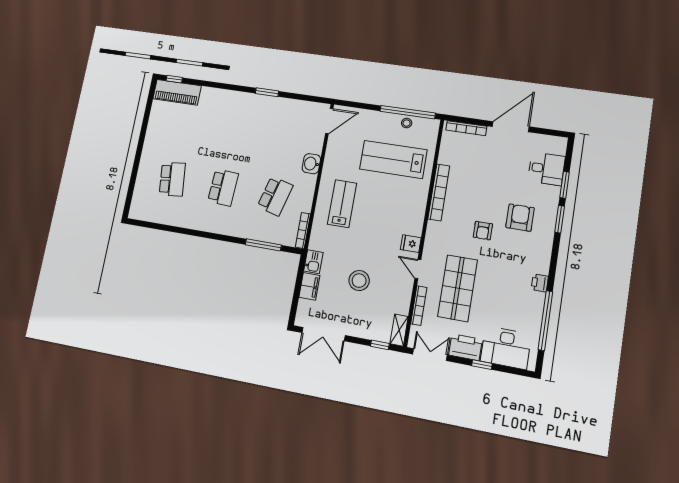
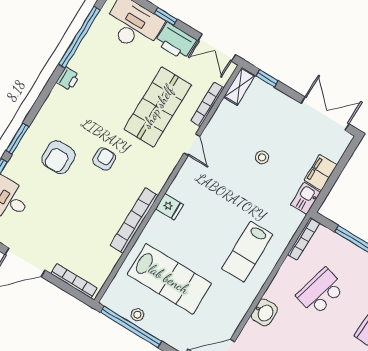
fridge: (411, 244) -> (170, 207), moved
stool: (359, 281) -> (262, 157), width x0.53, depth x0.53

